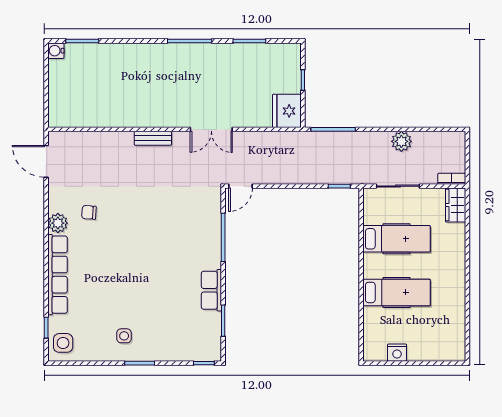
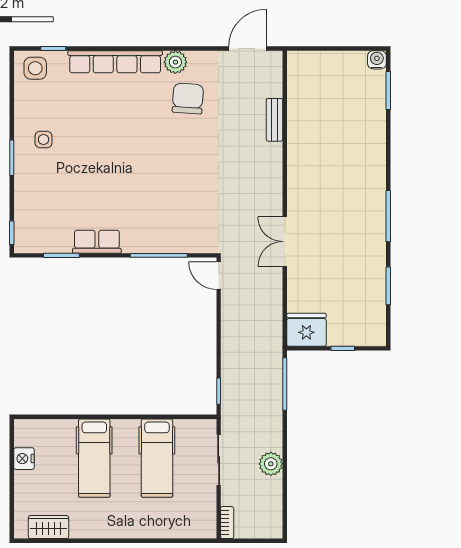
bench: (153, 138) -> (274, 120), moved
wardrobe: (456, 205) -> (48, 527), moved
chair: (89, 212) -> (188, 98), width x1.87, depth x1.87

